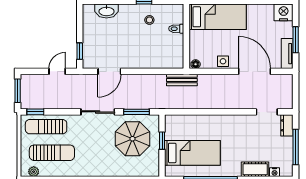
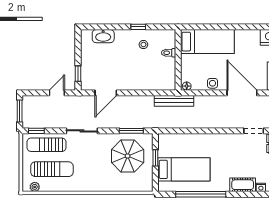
bench: (182, 80) -> (174, 101), width x1.36
sliding door: (98, 112) -> (82, 131), moved

